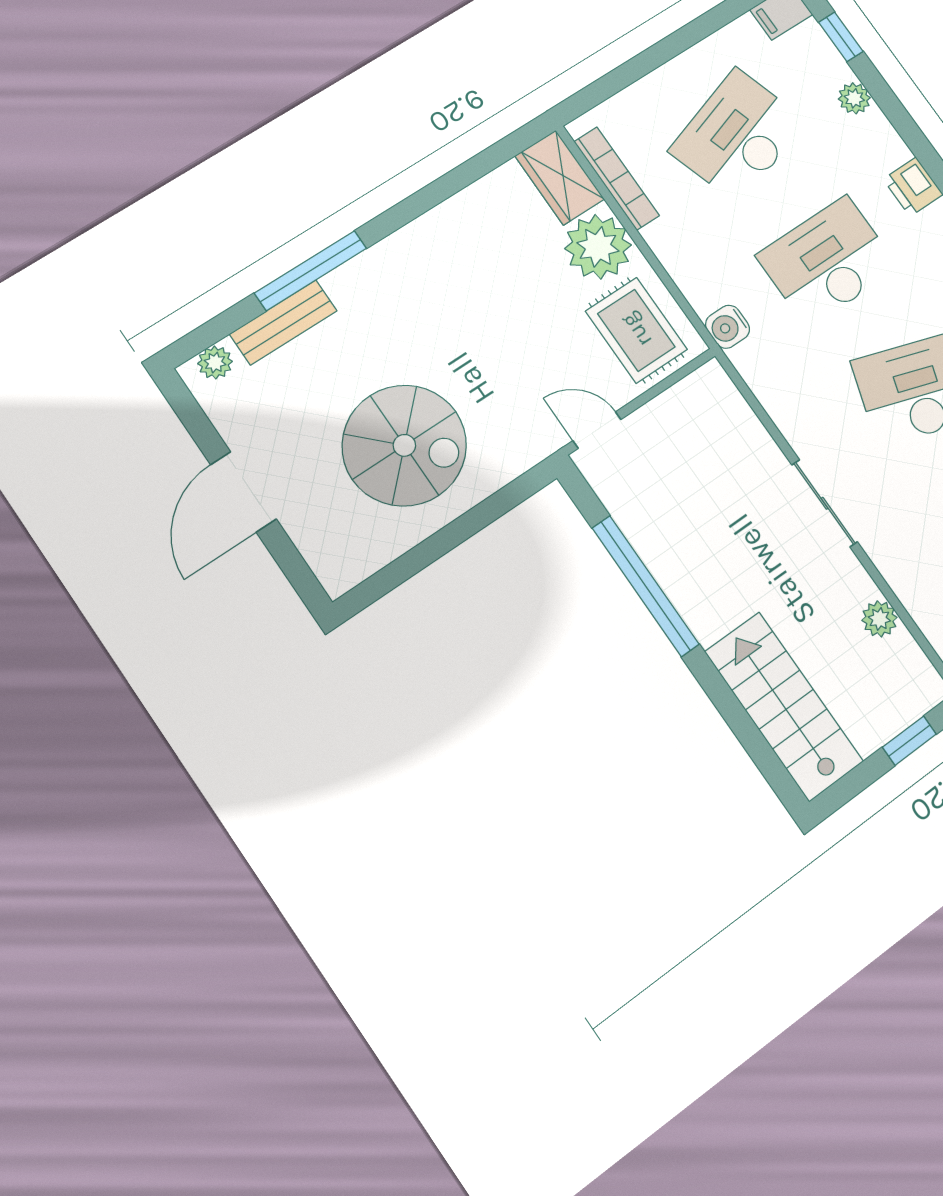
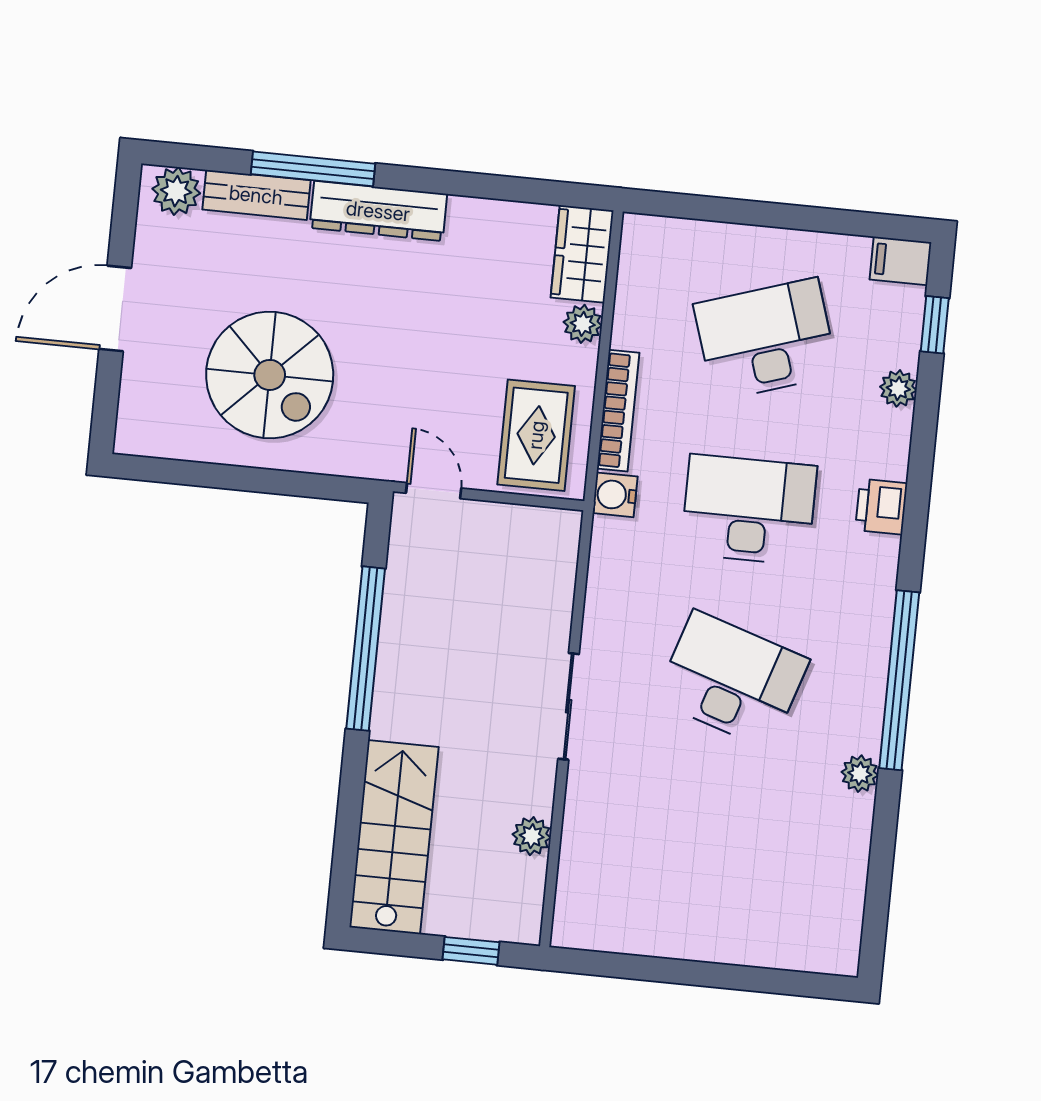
bookcase: (617, 178) -> (618, 411), moved
plant: (598, 247) -> (583, 324), width x0.53, depth x0.53
dresser: (385, 263) -> (378, 211), added
plant: (215, 363) -> (176, 191), width x1.38, depth x1.38

